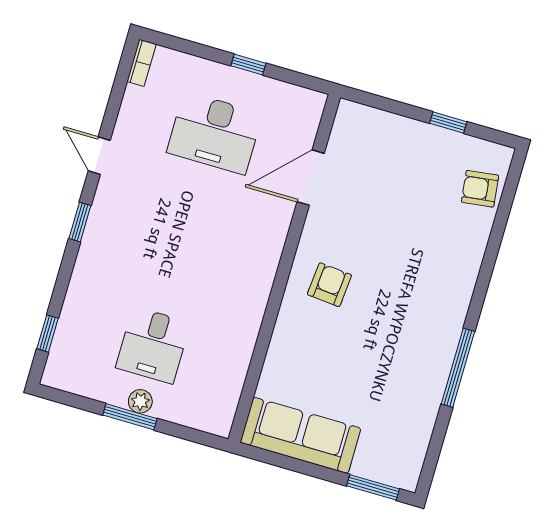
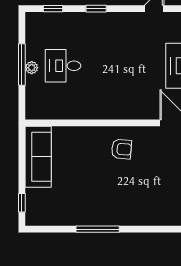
window: (80, 222) -> (96, 9), moved
window: (130, 417) -> (22, 65), width x1.44
window: (373, 487) -> (22, 203), width x0.67

